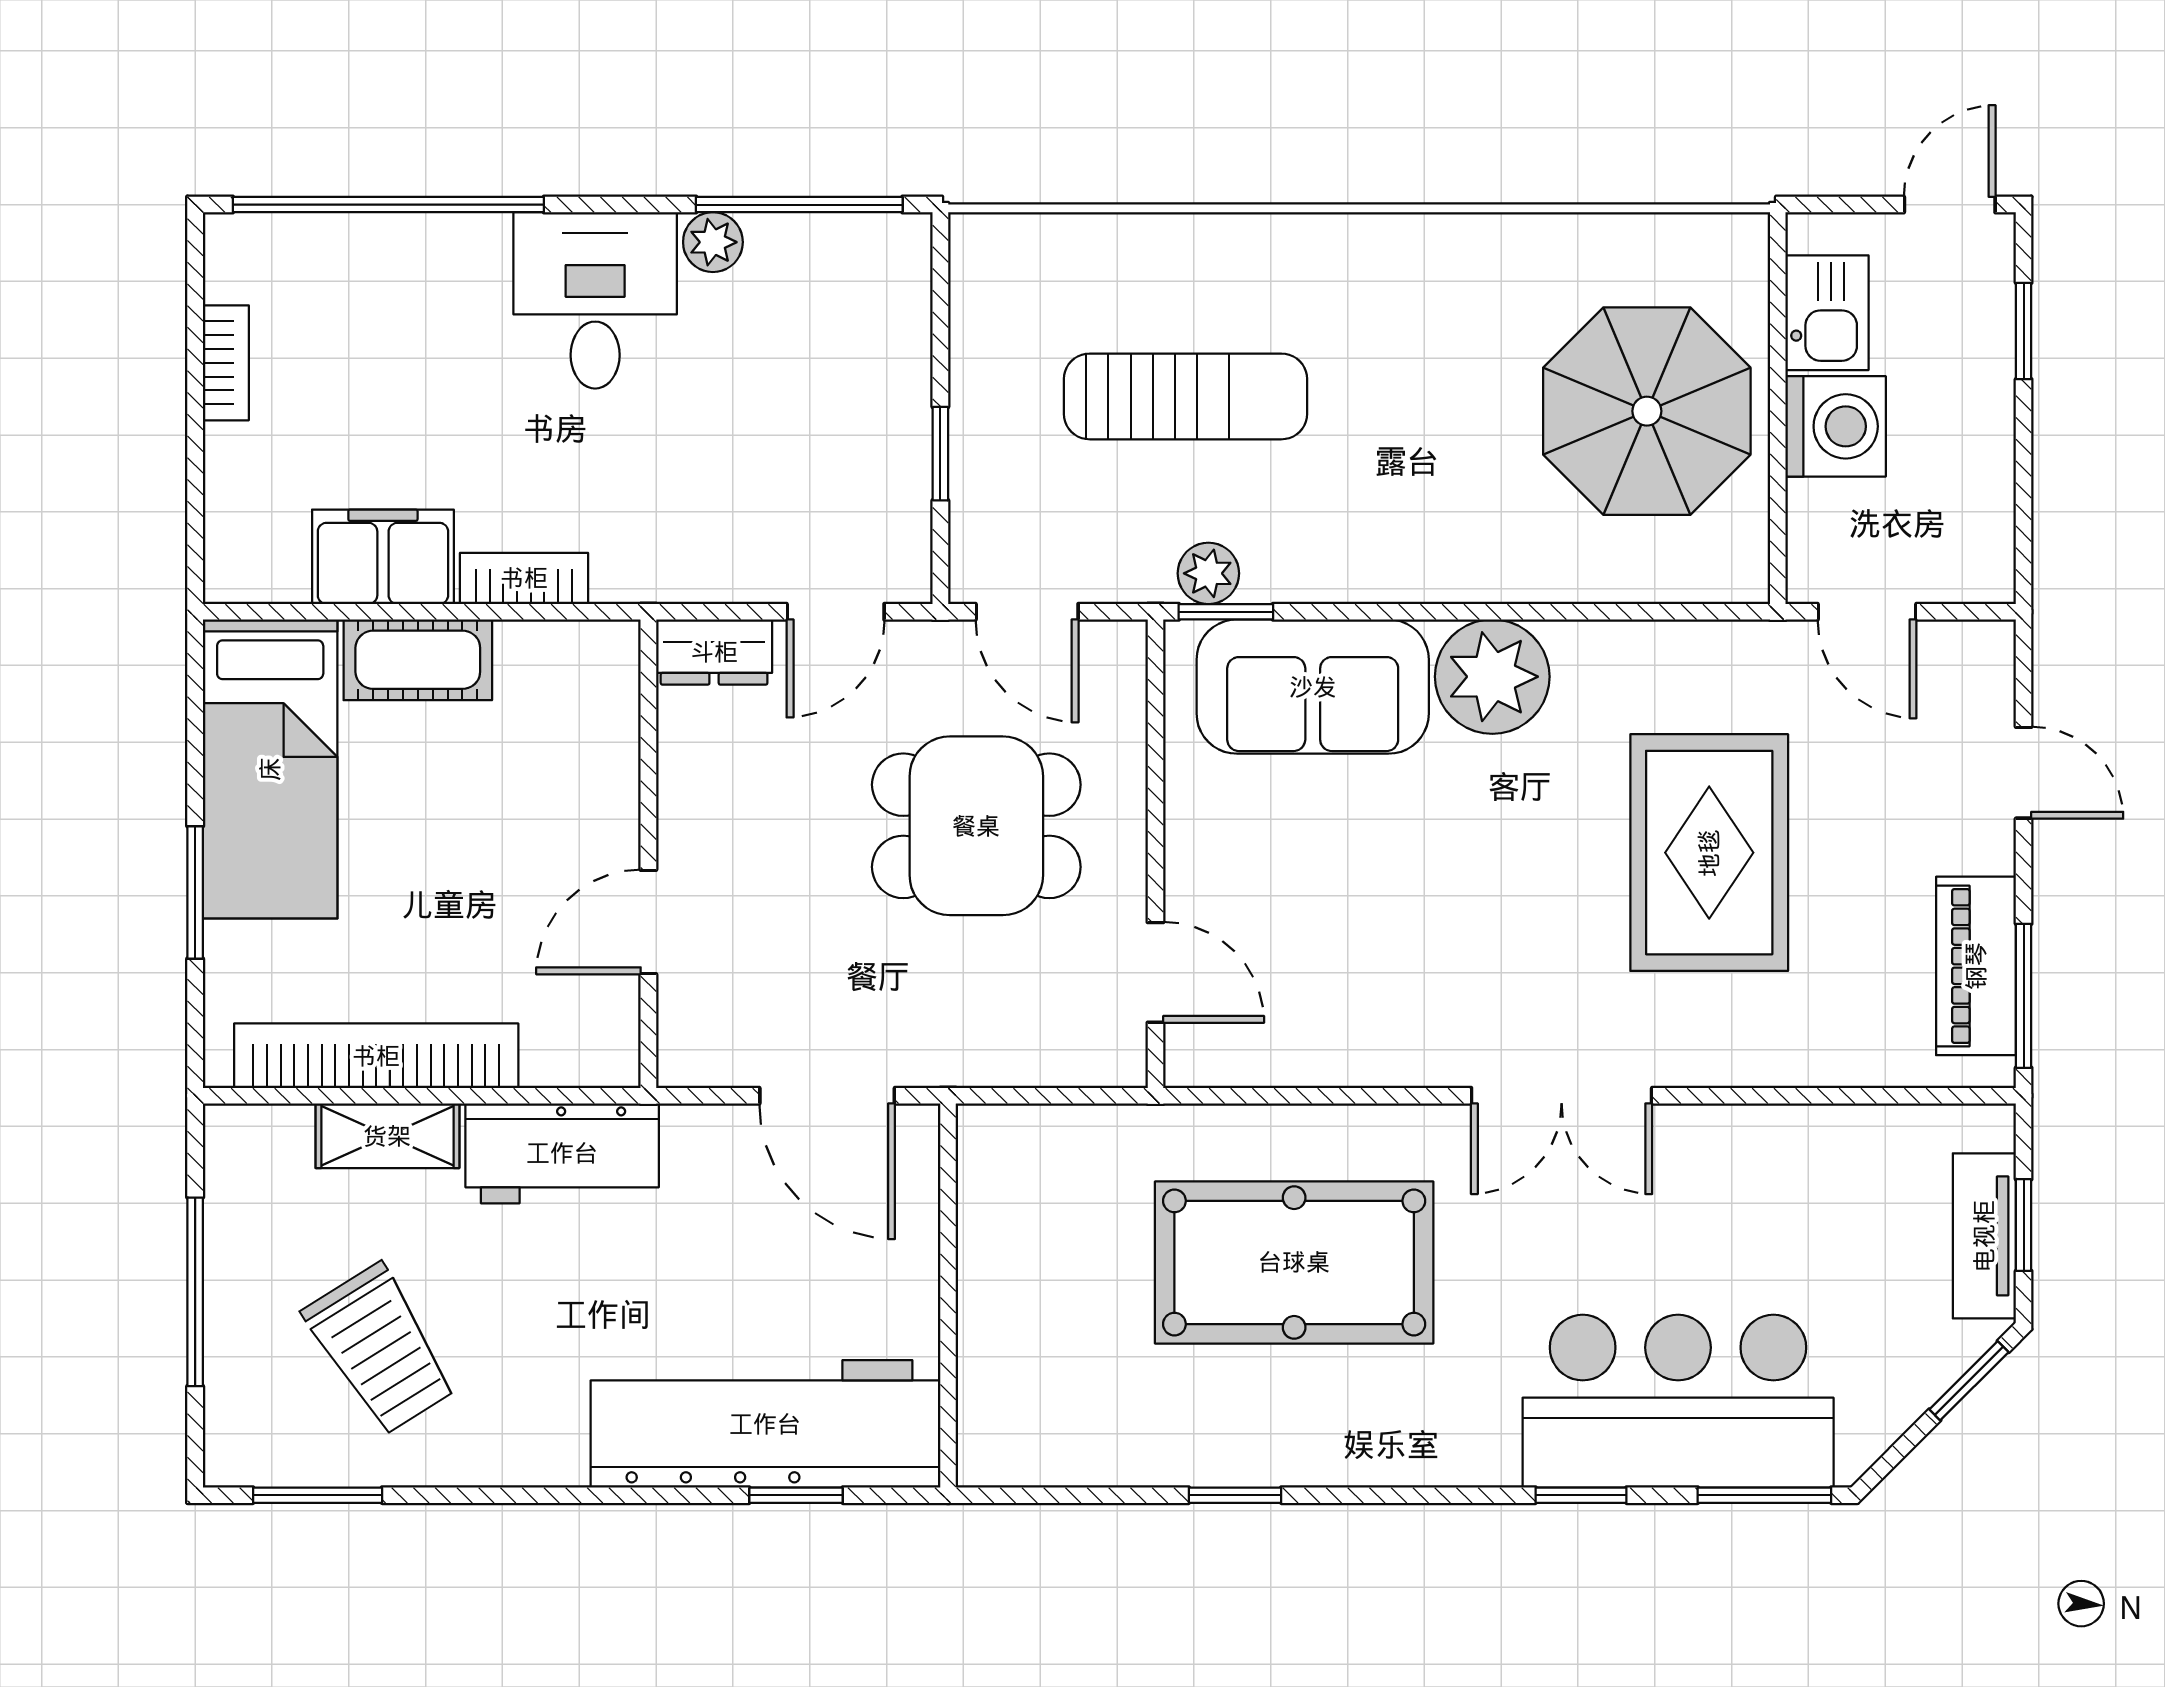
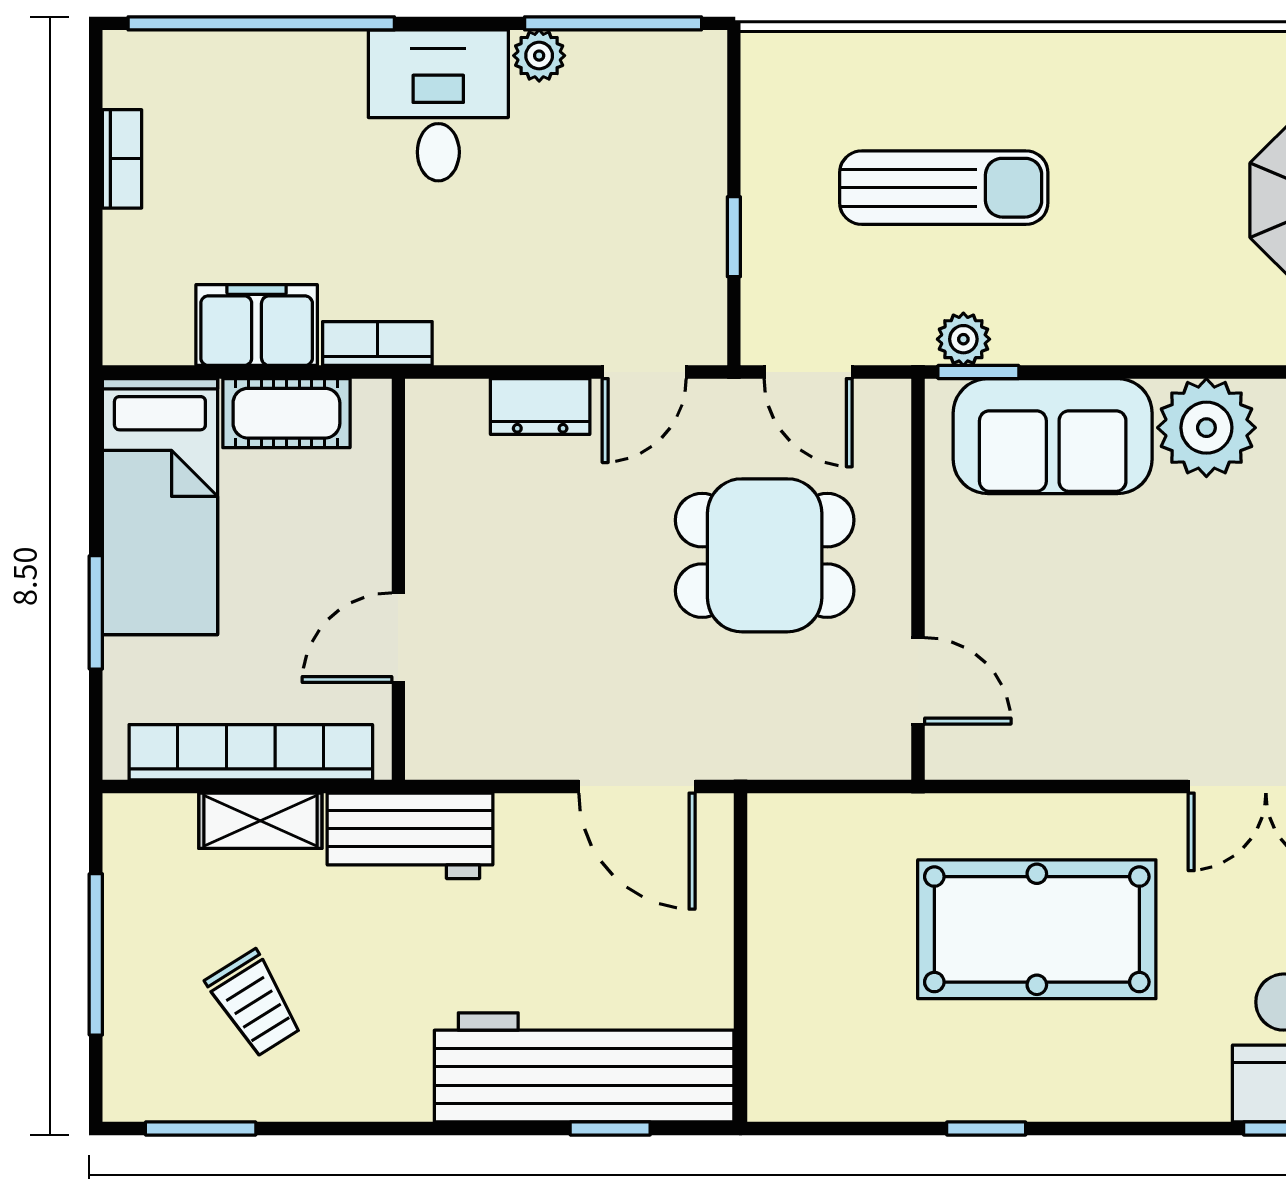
wall: (648, 854) -> (398, 579), moved
door: (648, 922) -> (398, 638), moved
trolley: (380, 1349) -> (254, 1004), width x0.73, depth x0.72

